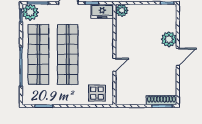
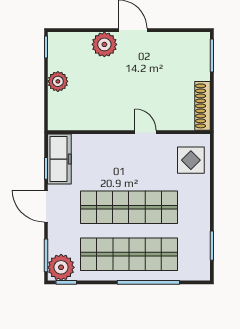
plant: (122, 10) -> (58, 81), moved
freezer: (102, 11) -> (59, 159), width x1.40
shoe rack: (161, 100) -> (203, 106), moved

